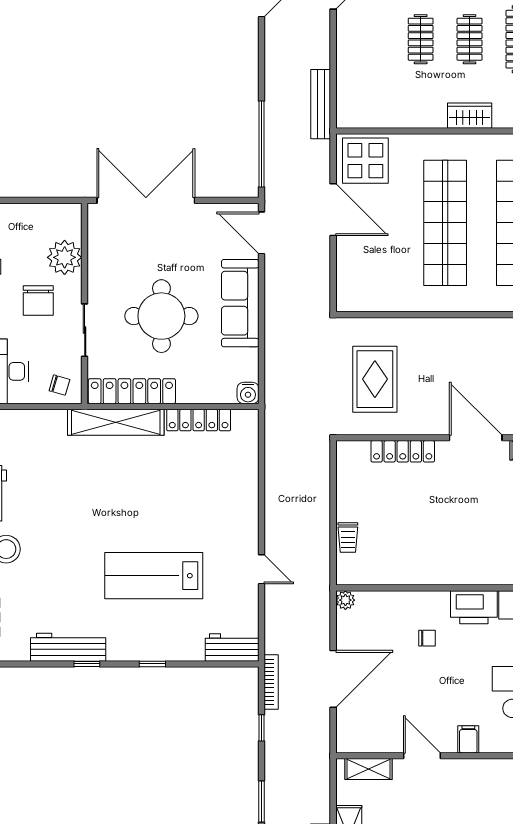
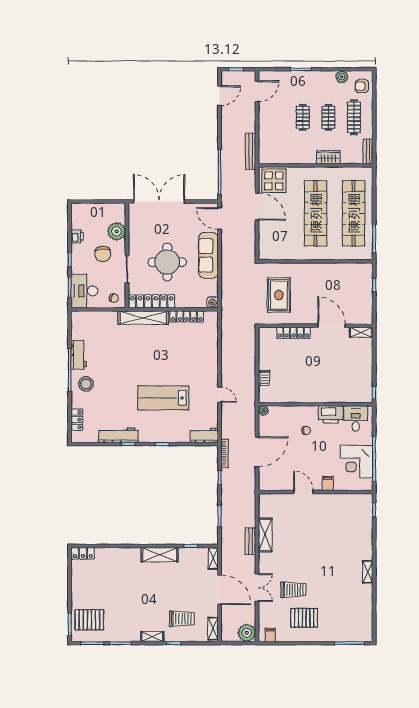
shelving: (369, 769) -> (276, 499), removed

